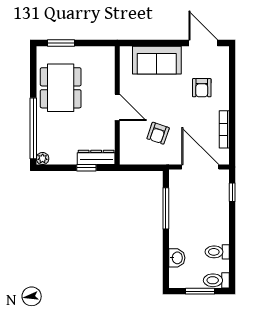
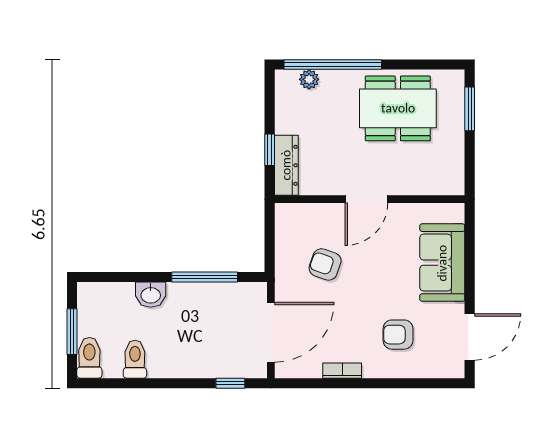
bookcase: (224, 129) -> (342, 371), width x0.64
plant: (43, 159) -> (309, 79), moved
washbasin: (177, 258) -> (151, 295), moved

